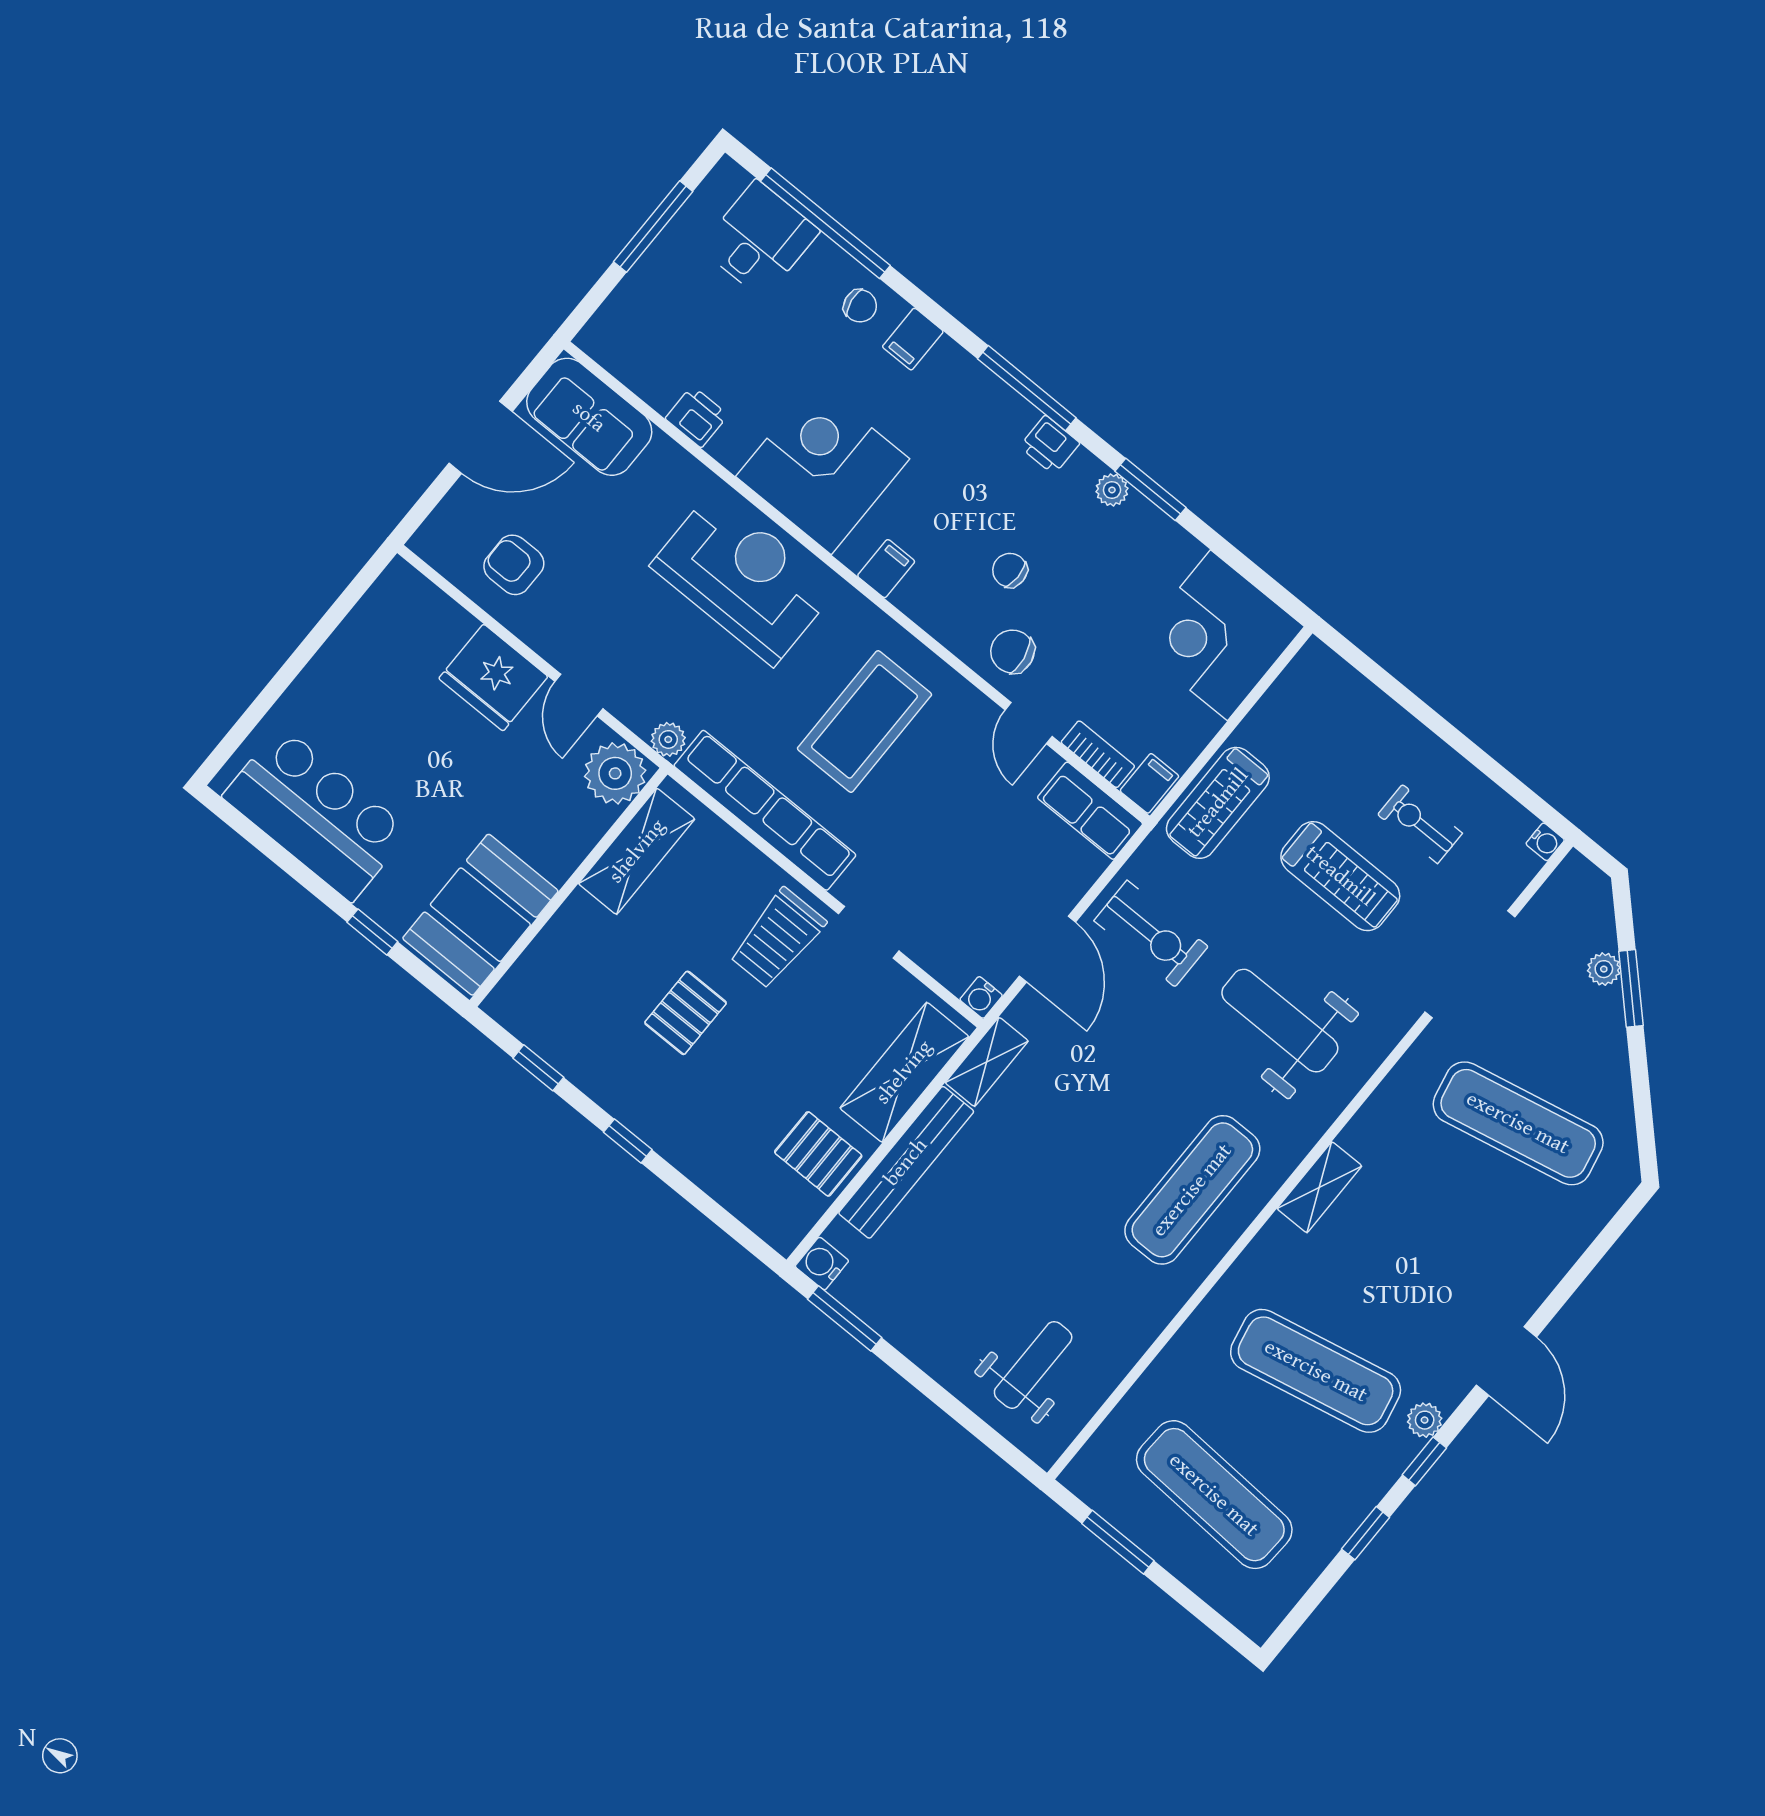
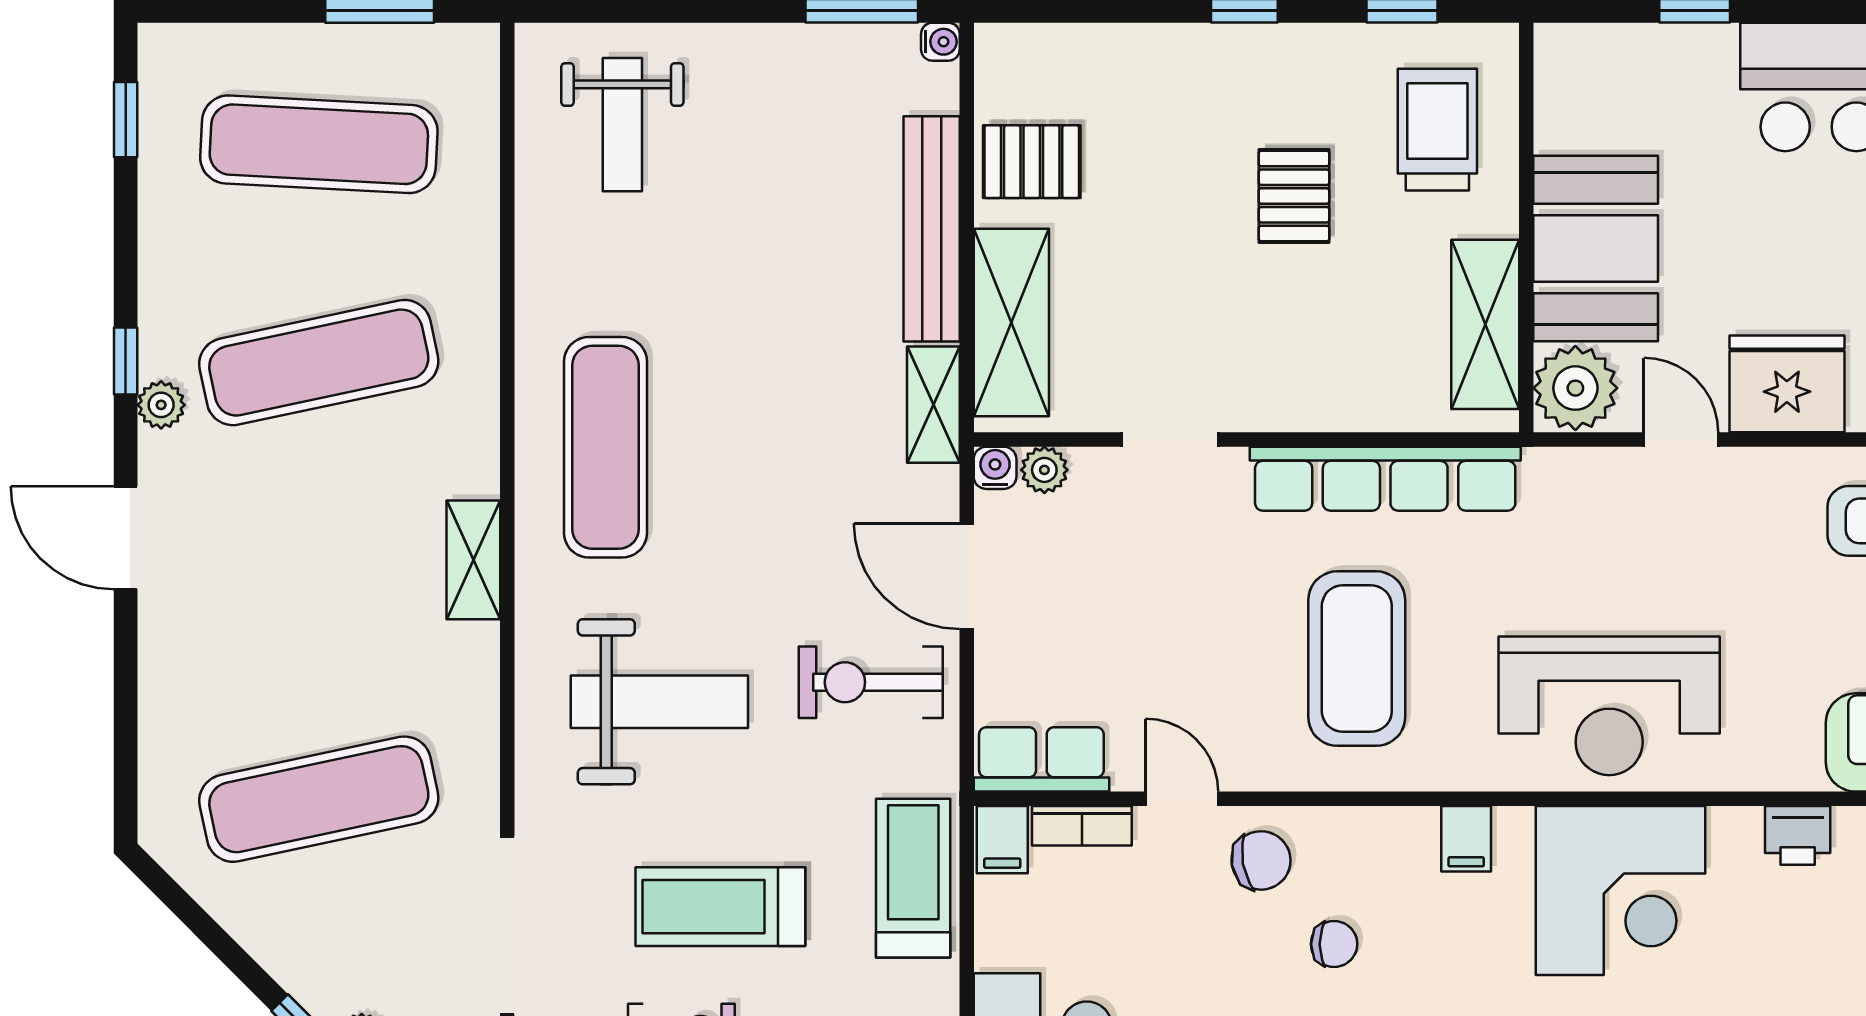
plant: (668, 739) -> (1044, 470), moved
booth: (480, 915) -> (1596, 248), moved
trolley: (777, 938) -> (1437, 130), moved
water cooler: (822, 1264) -> (940, 42), width x0.72, depth x0.72
window: (1366, 1533) -> (126, 120), moved

